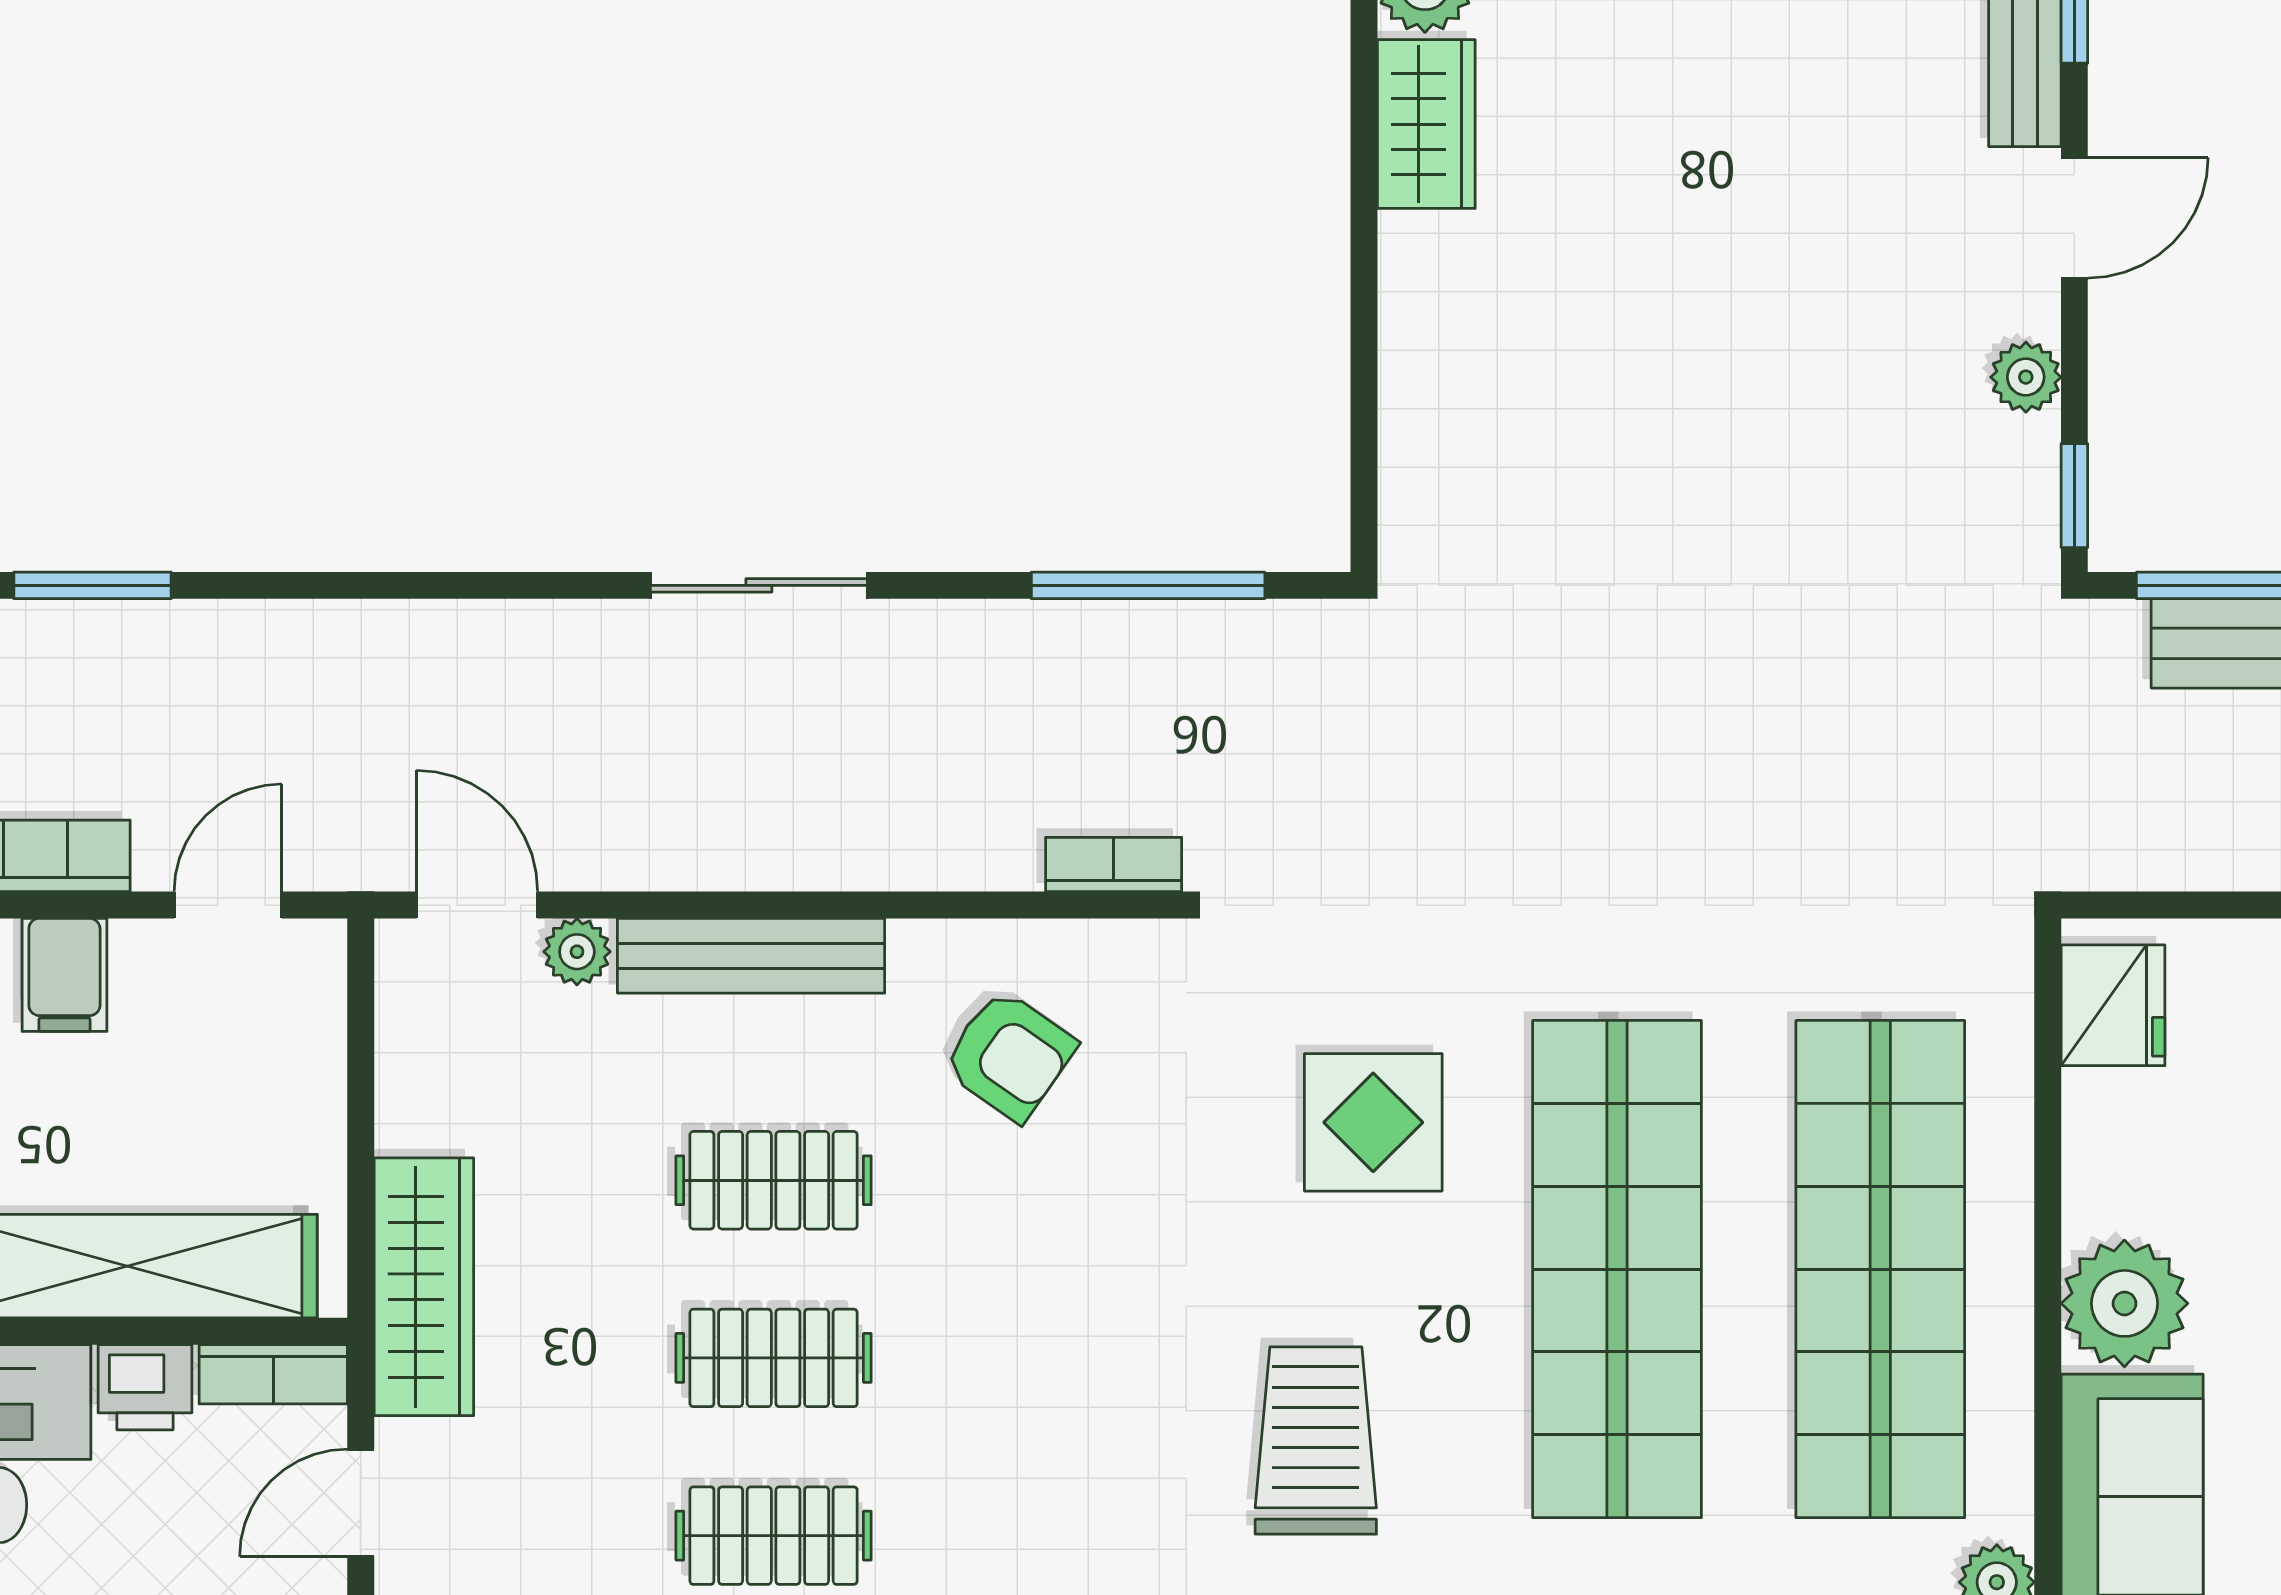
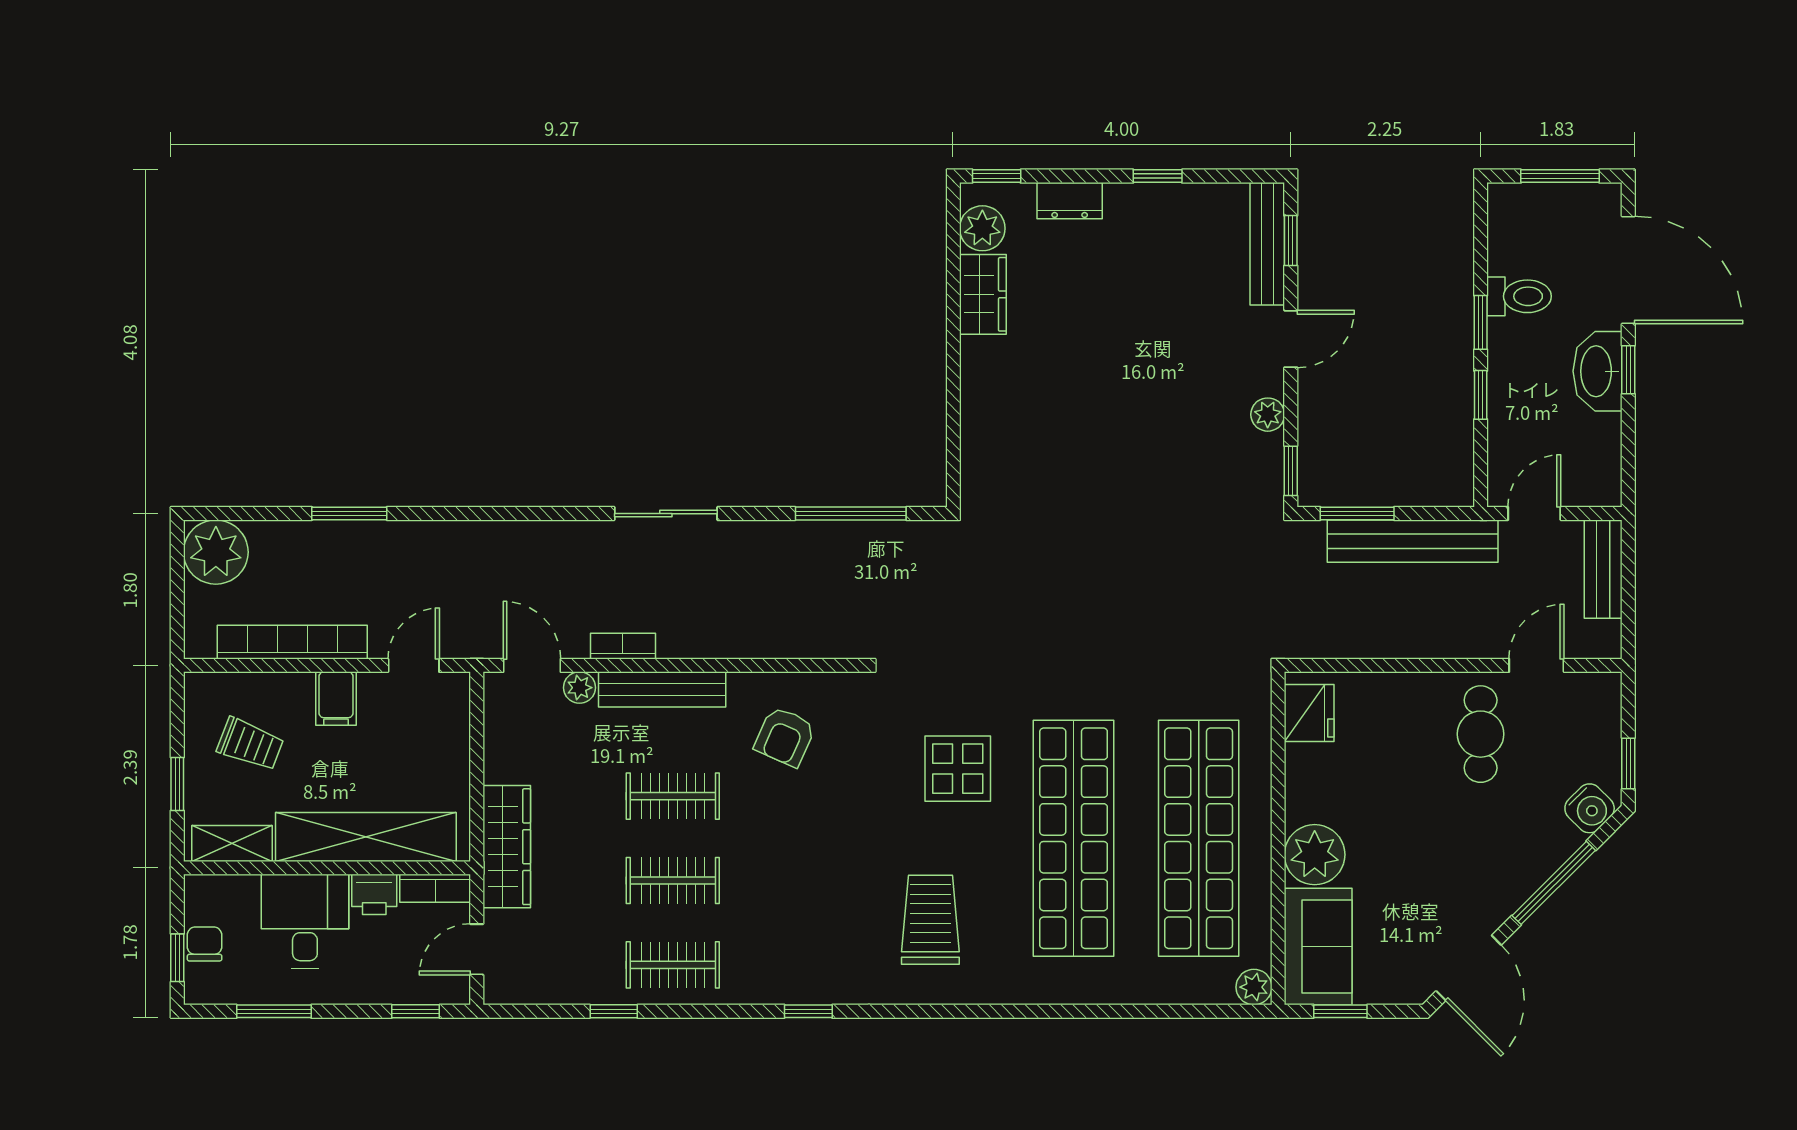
bookcase: (1114, 864) -> (623, 646), moved
armchair: (1009, 1055) -> (785, 737), turned 79

